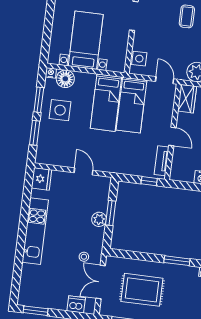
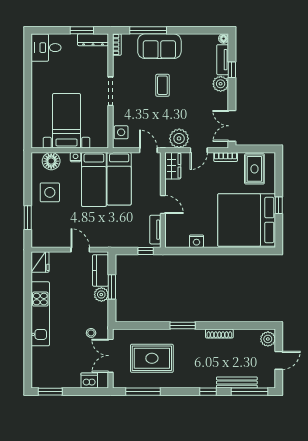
nightstand: (51, 73) -> (76, 157), moved
window: (39, 100) -> (28, 185), removed
kitchen counter: (101, 195) -> (101, 270), added

